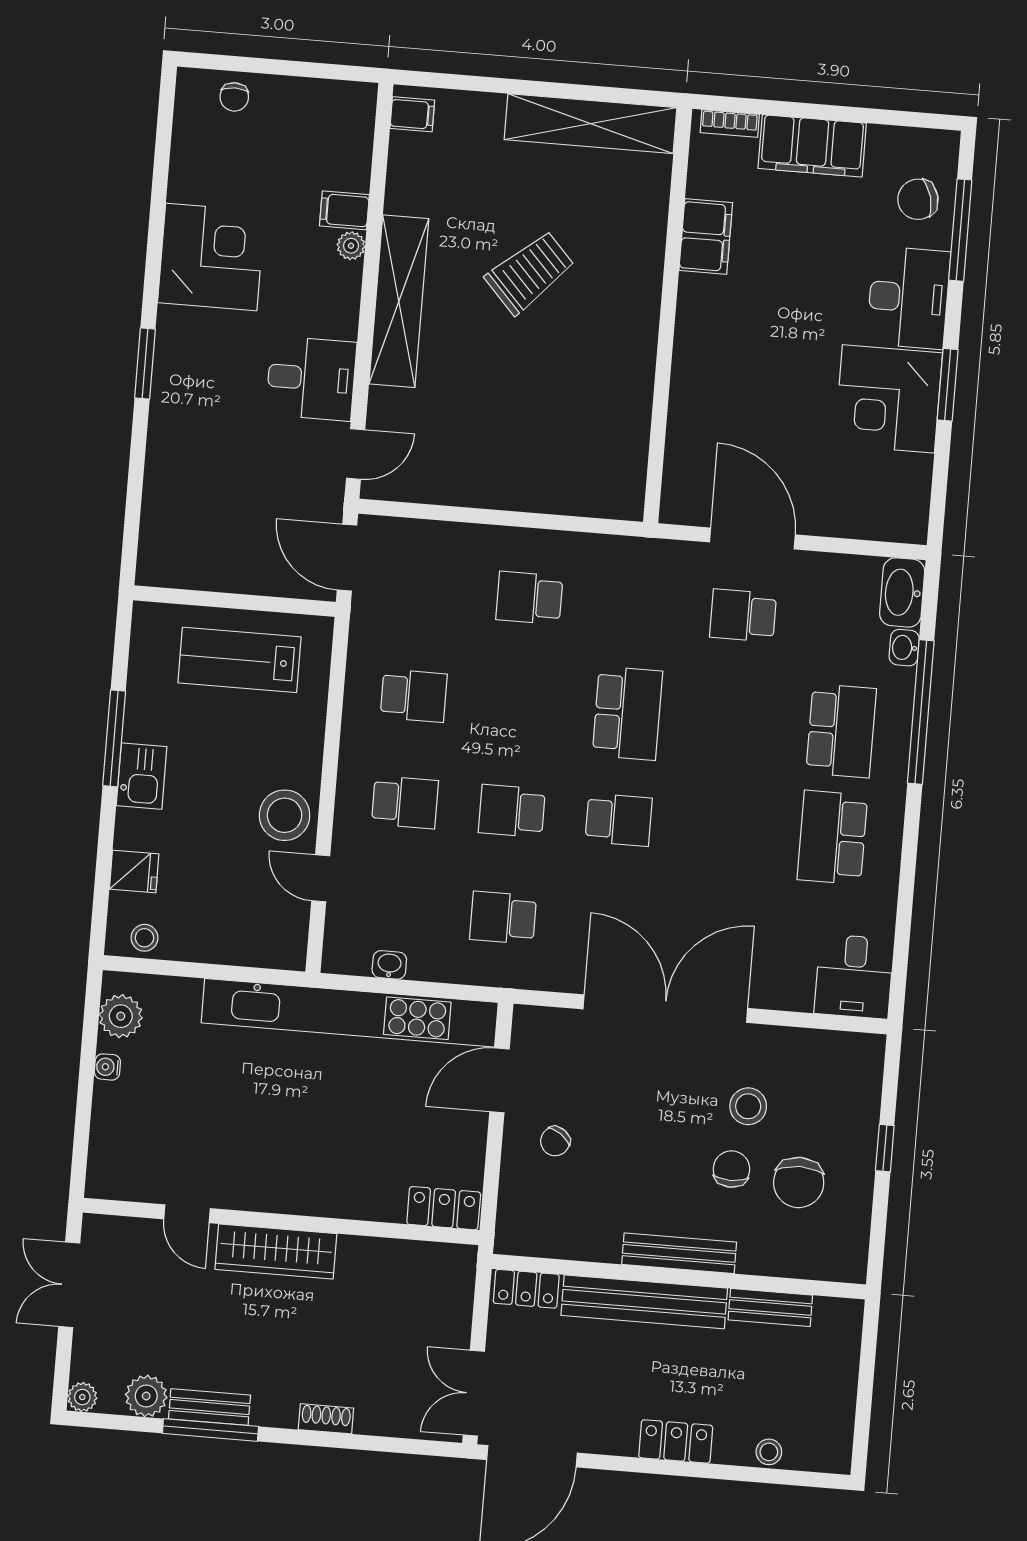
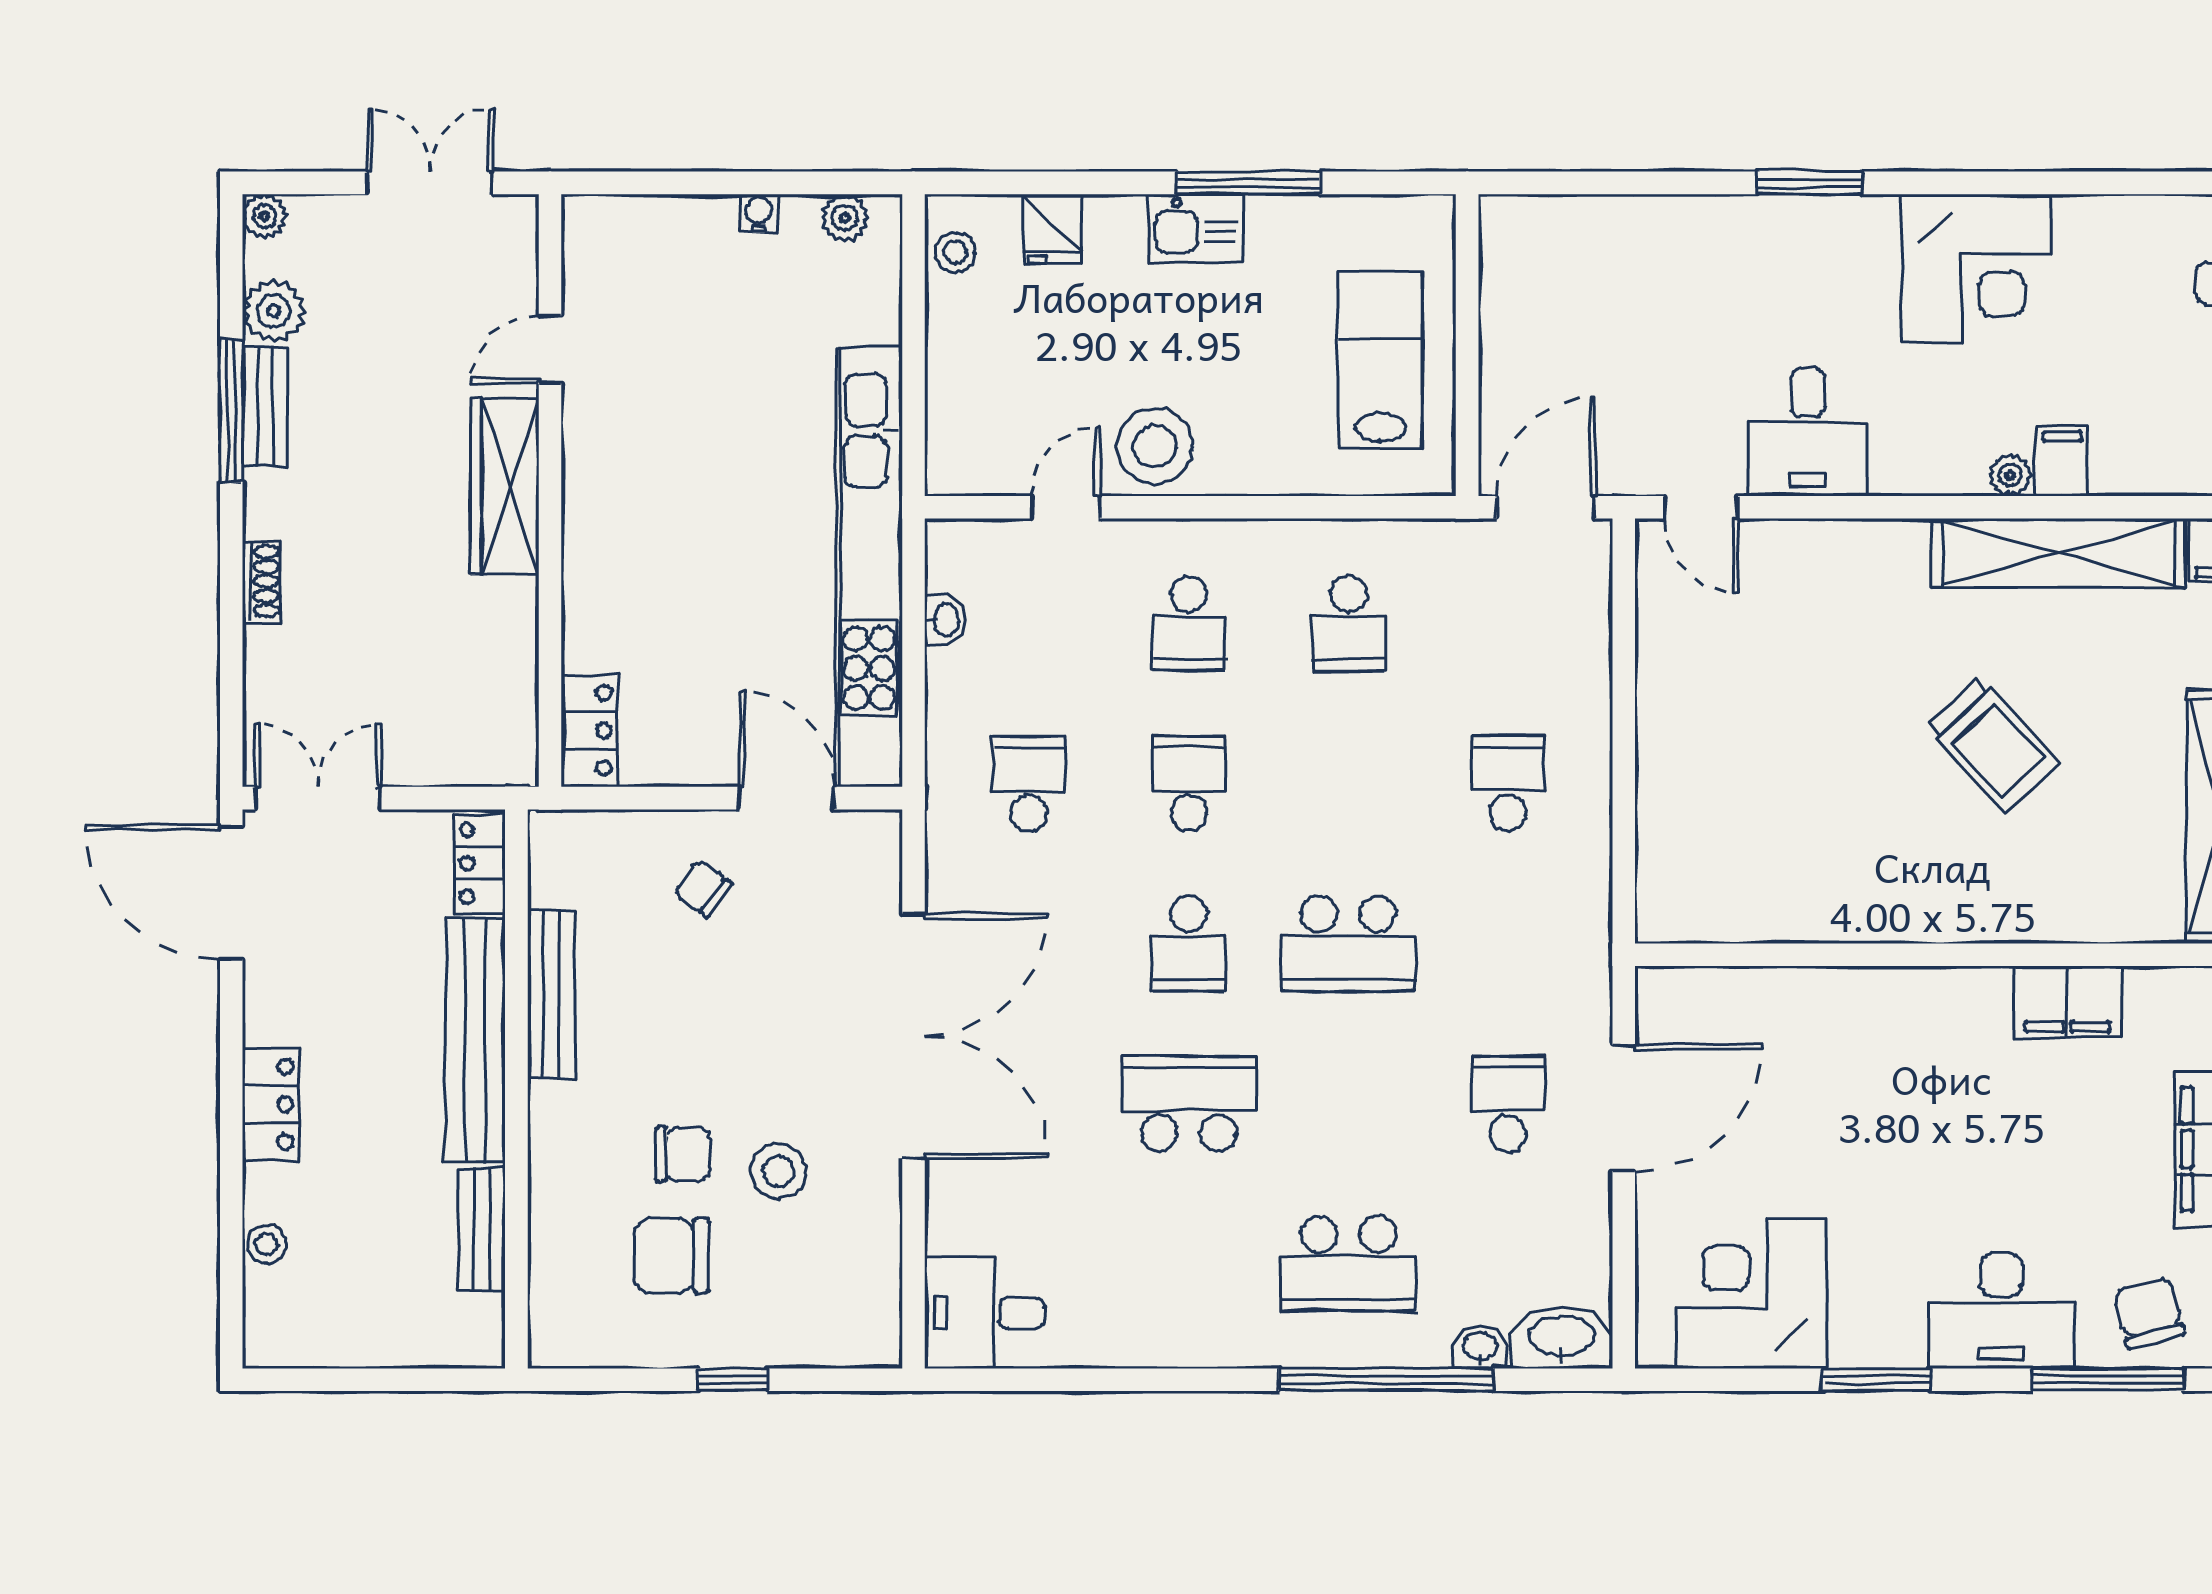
shelving: (399, 301) -> (2058, 553), moved
corner desk: (888, 399) -> (1752, 1293), moved
school desk: (832, 837) -> (1189, 1104), moved
plant: (121, 1016) -> (845, 218), width x0.73, depth x0.73
bench: (679, 1253) -> (551, 994), moved

